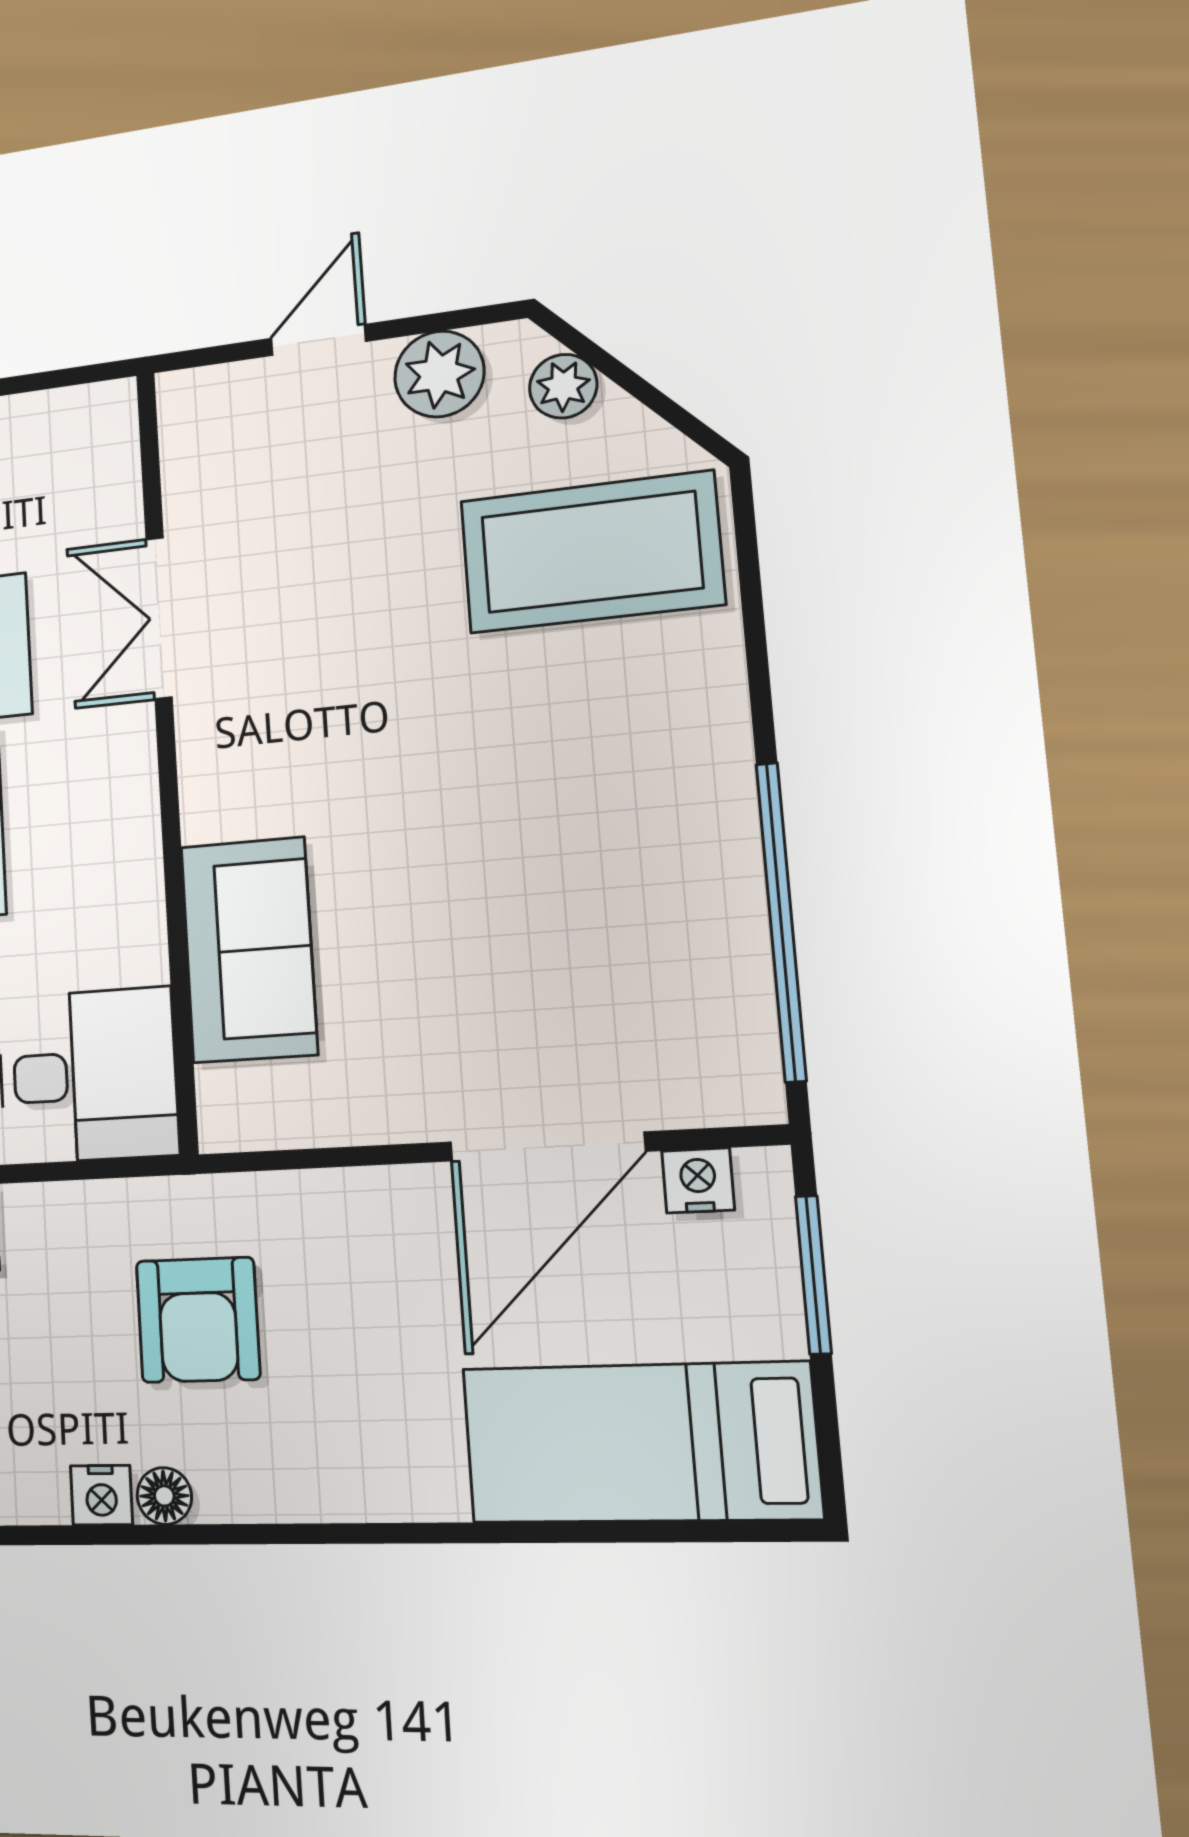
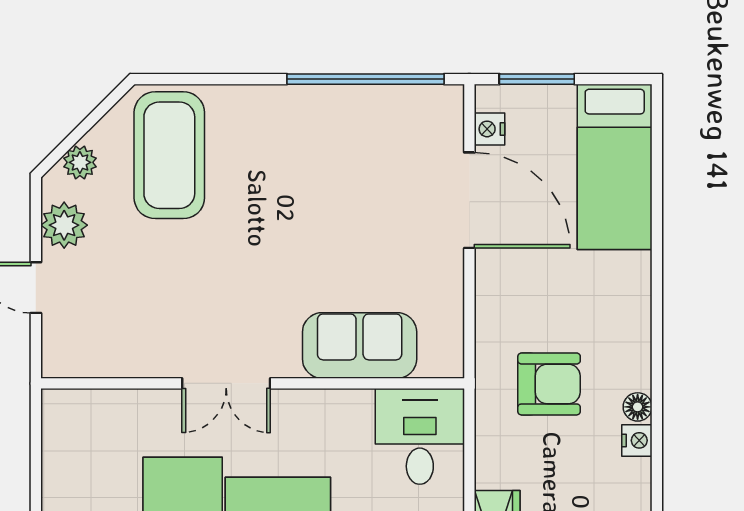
double door: (159, 618) -> (226, 383), moved

